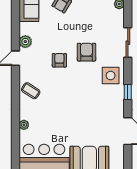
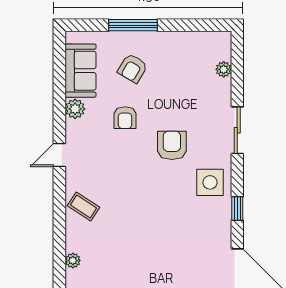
plant: (25, 42) -> (75, 109), moved
armchair: (59, 60) -> (125, 118), moved, turned 180

